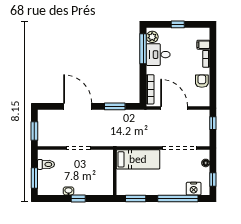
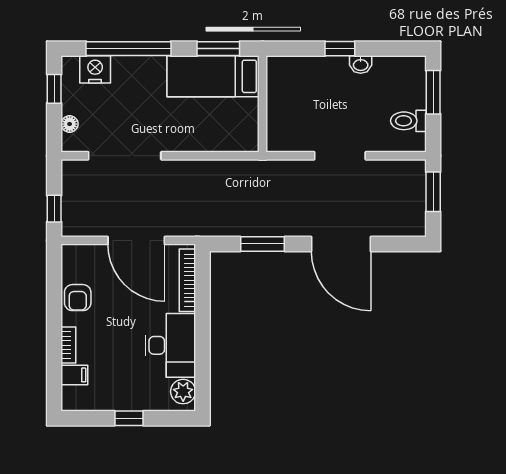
window: (143, 49) -> (202, 366), removed
desk: (158, 55) -> (170, 345), width x1.37
bed: (138, 159) -> (213, 76), moved

